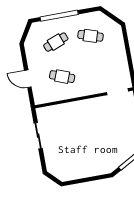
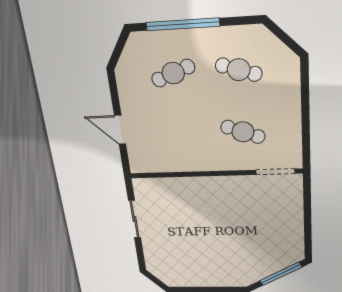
cafe table: (62, 77) -> (243, 132), moved

